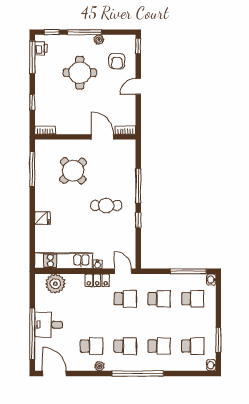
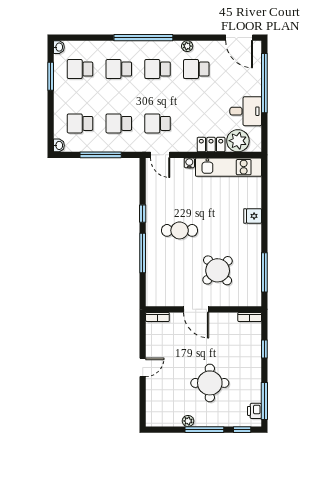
window: (138, 46) -> (143, 413), removed
armchair: (117, 61) -> (167, 396), removed
door: (102, 137) -> (196, 309), moved
window: (188, 271) -> (101, 155), moved
locker: (97, 280) -> (211, 145), moved
desk: (49, 325) -> (246, 111), moved

